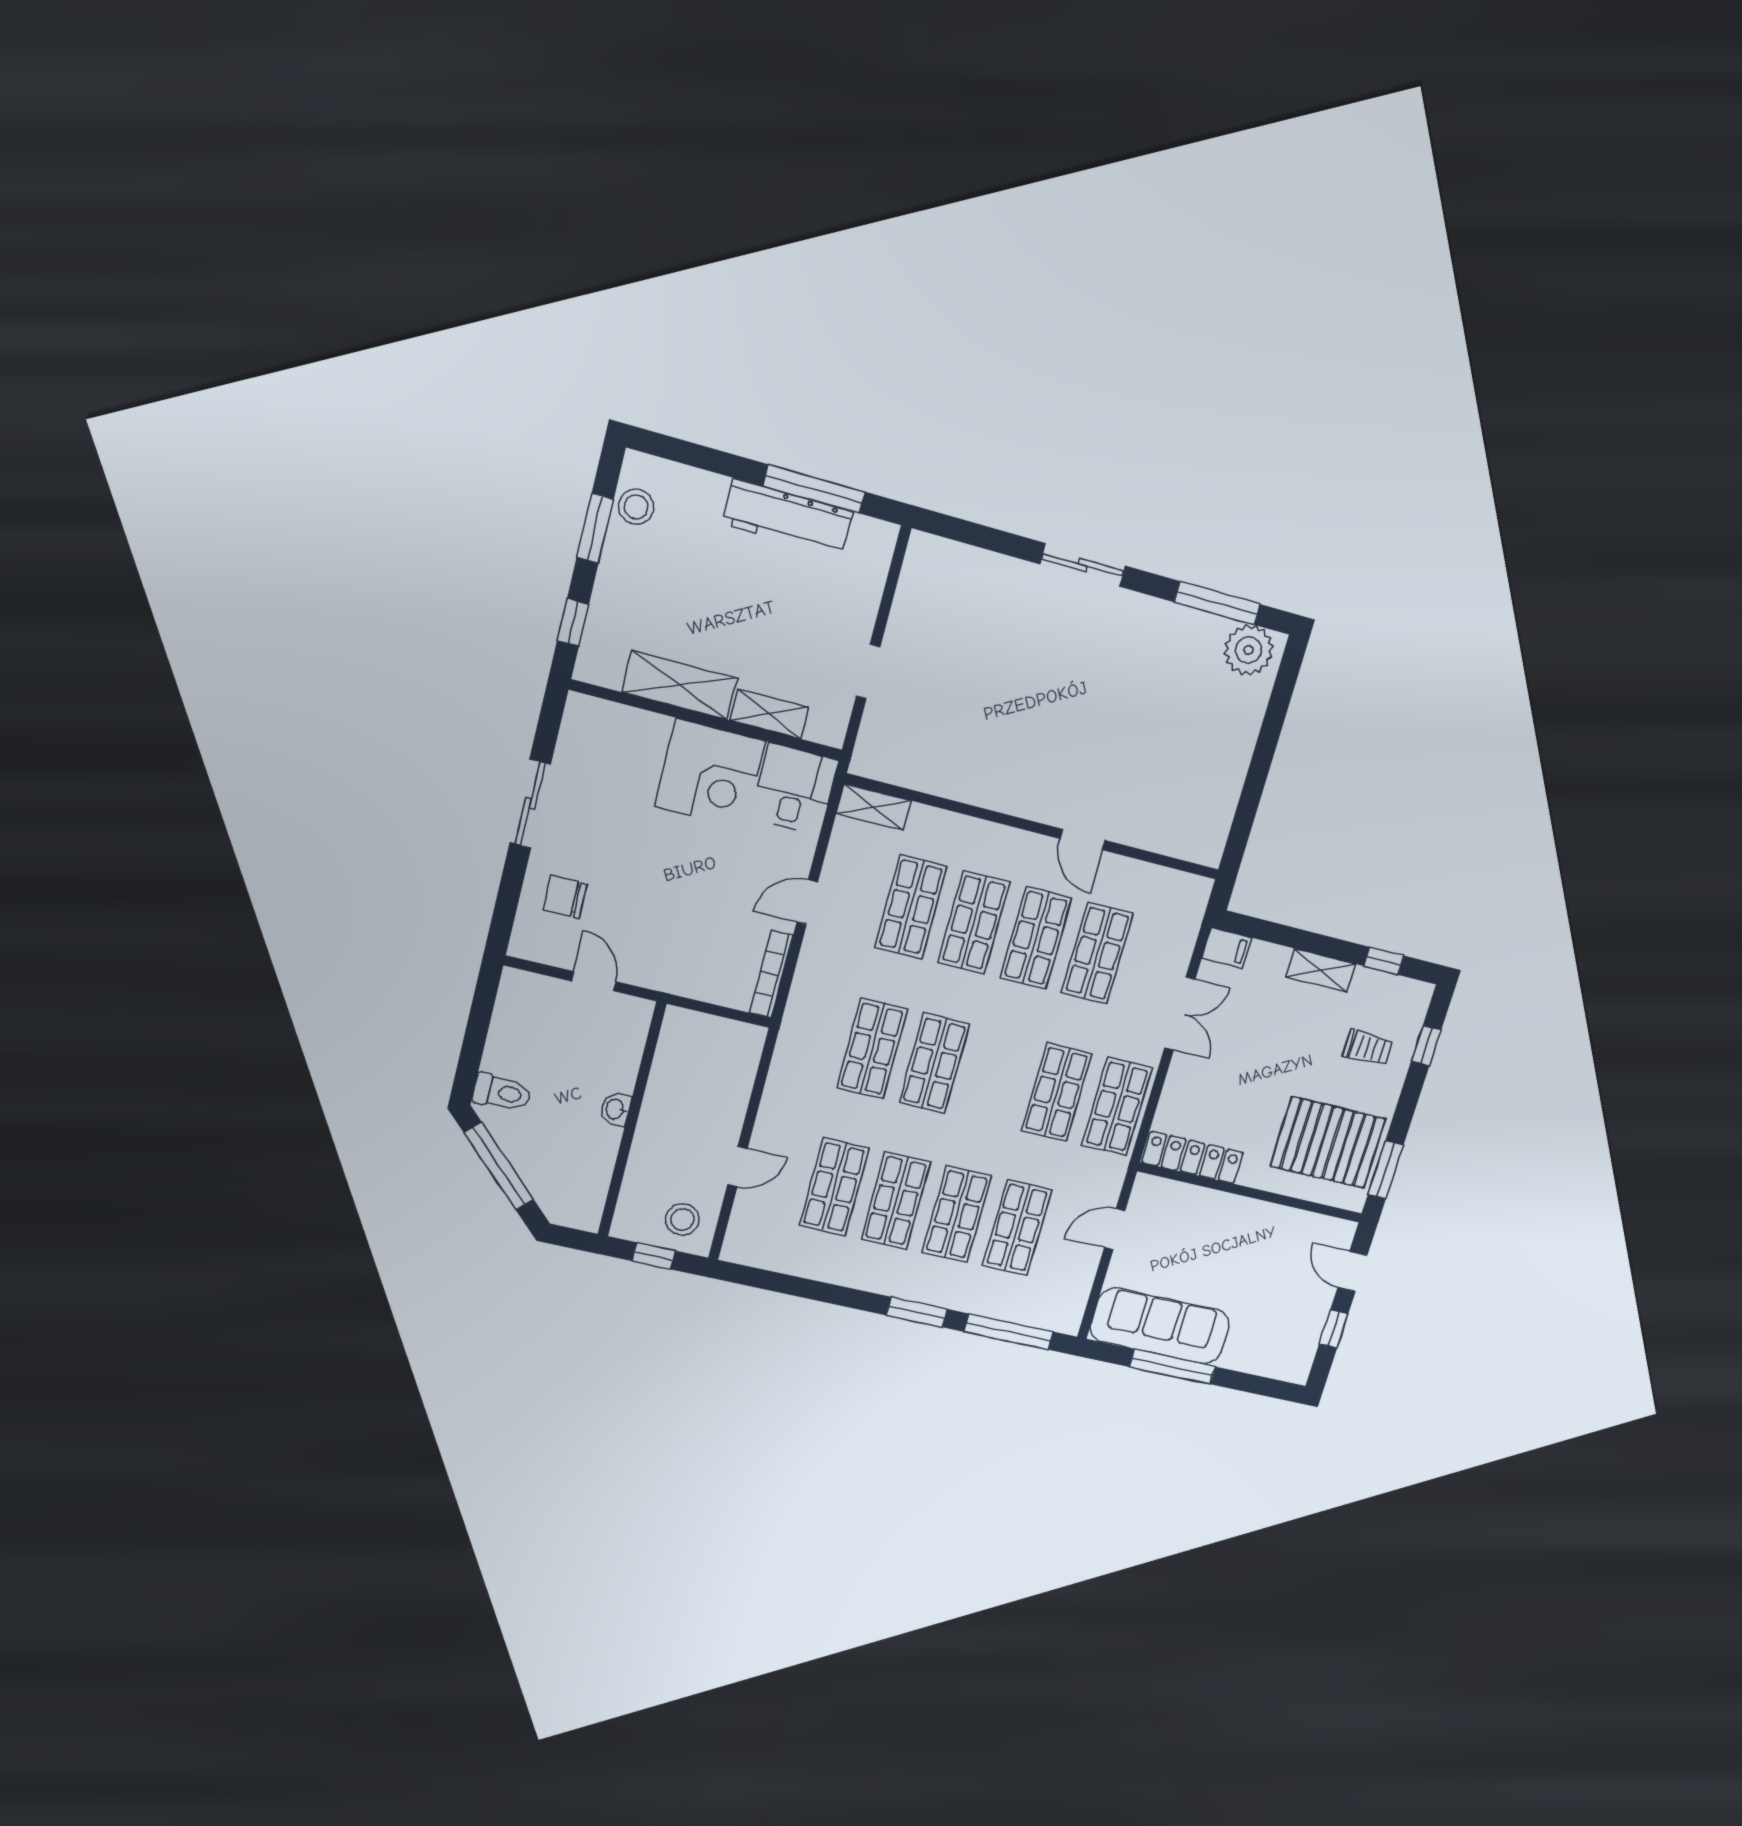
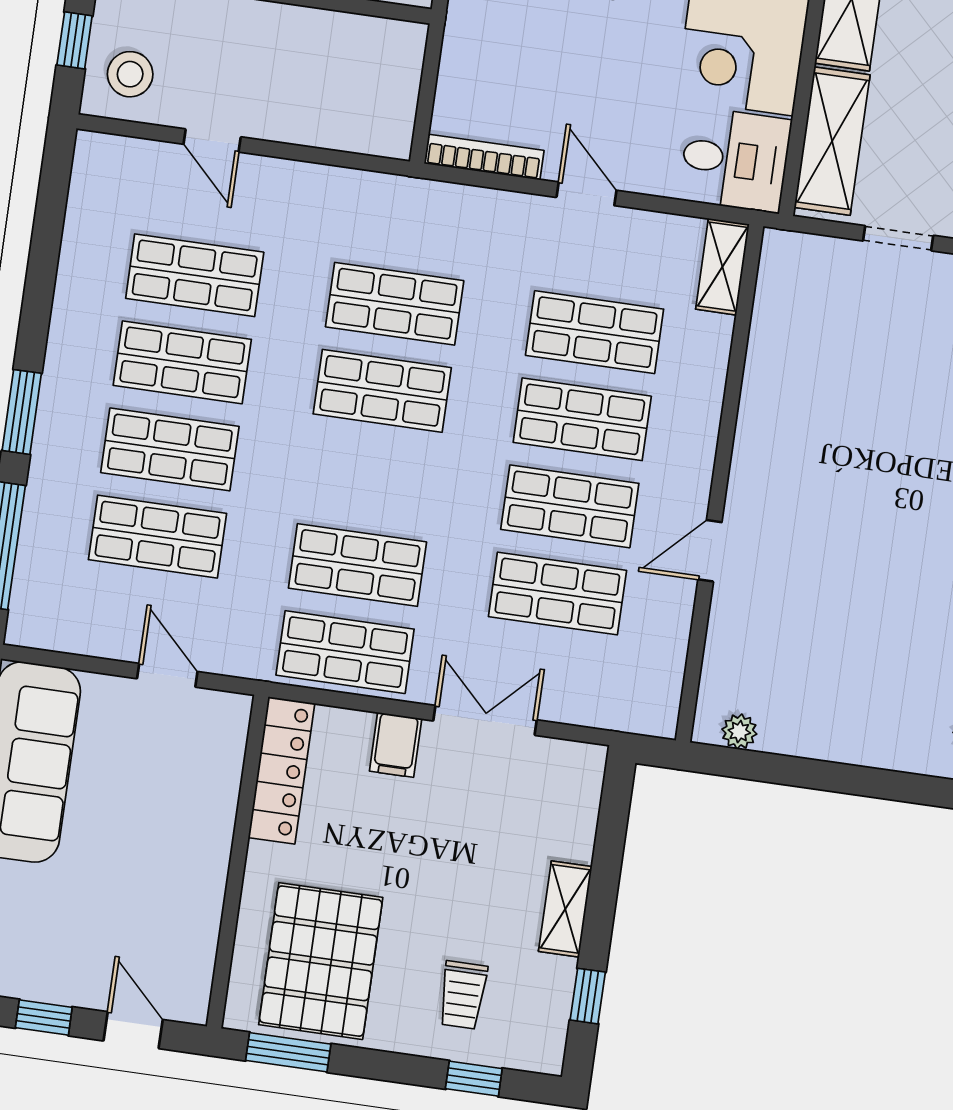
shelving: (769, 714) -> (832, 141), width x1.50, depth x1.33
plant: (1216, 832) -> (739, 732), added
filing cabinet: (1227, 948) -> (396, 745), moved
double door: (1180, 1014) -> (485, 720), swing flipped
door: (1352, 1271) -> (133, 1030), hinge flipped

